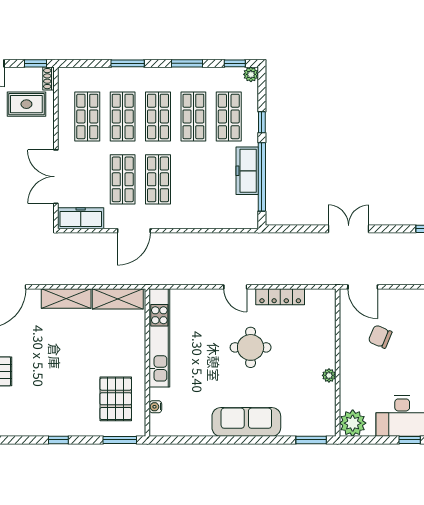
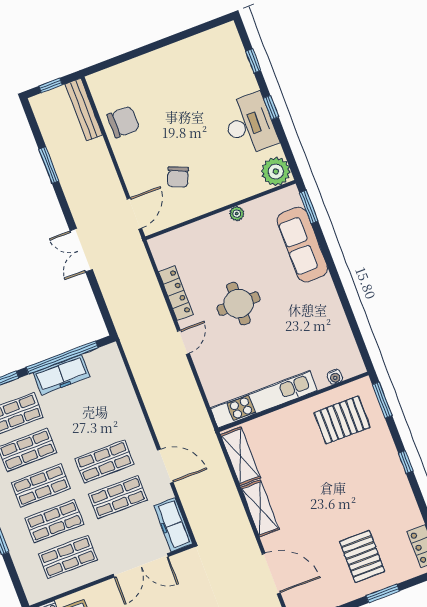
sofa: (246, 422) -> (302, 245), moved

